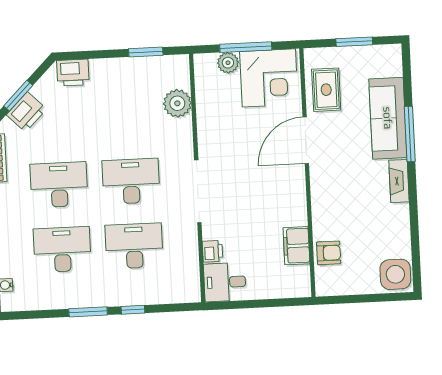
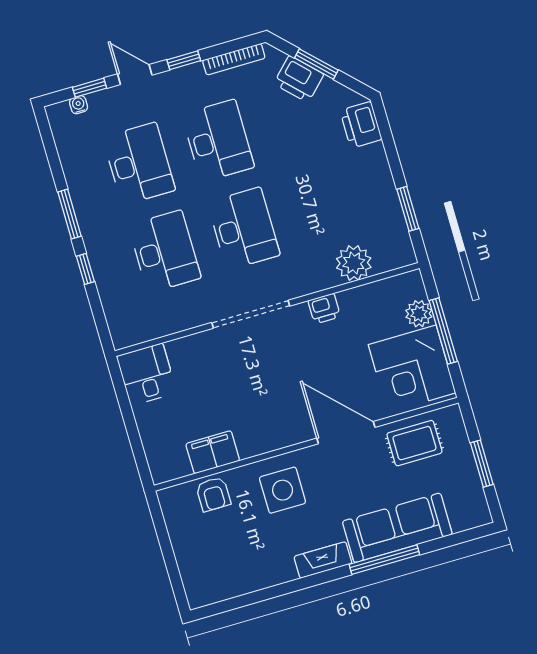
printer: (212, 251) -> (324, 309), moved
side table: (395, 274) -> (283, 490), moved

